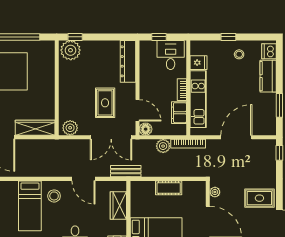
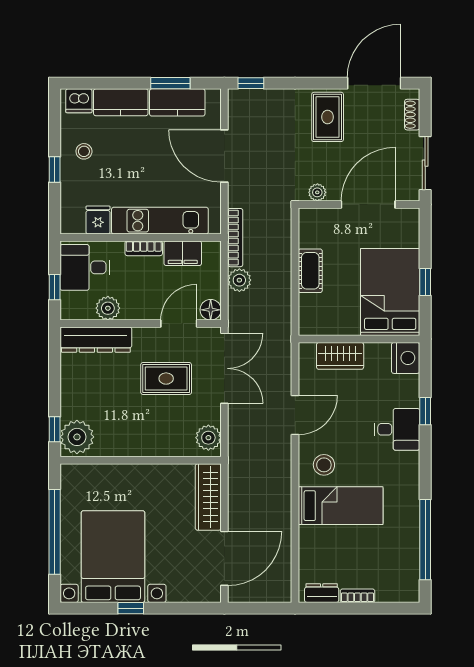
plant: (147, 68) -> (108, 308), added
kitchen counter: (268, 109) -> (177, 102), added
bench: (126, 171) -> (282, 343), removed

